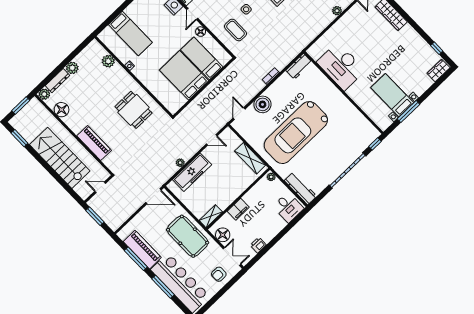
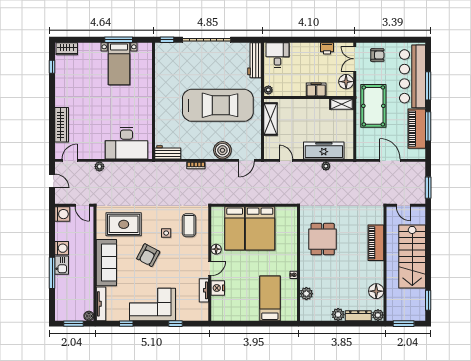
desk: (341, 66) -> (127, 143), moved, turned 90
door: (153, 196) -> (390, 160), moved

